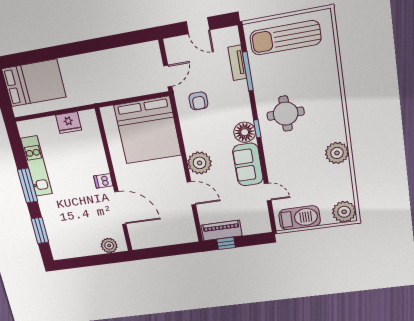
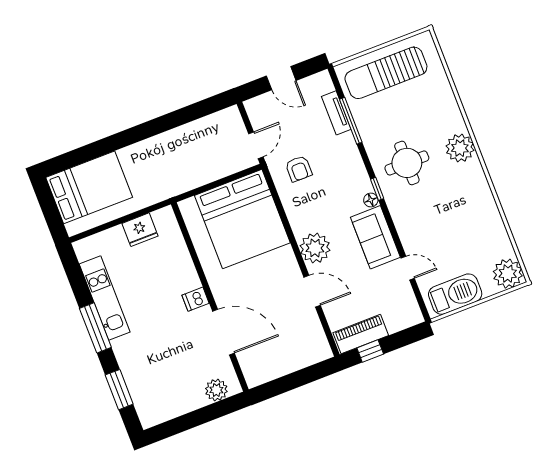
floor lamp: (245, 132) -> (371, 200), width x0.53, depth x0.53
plant: (337, 153) -> (460, 148), moved

